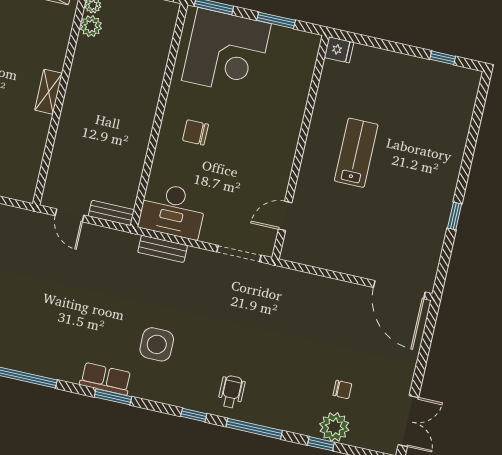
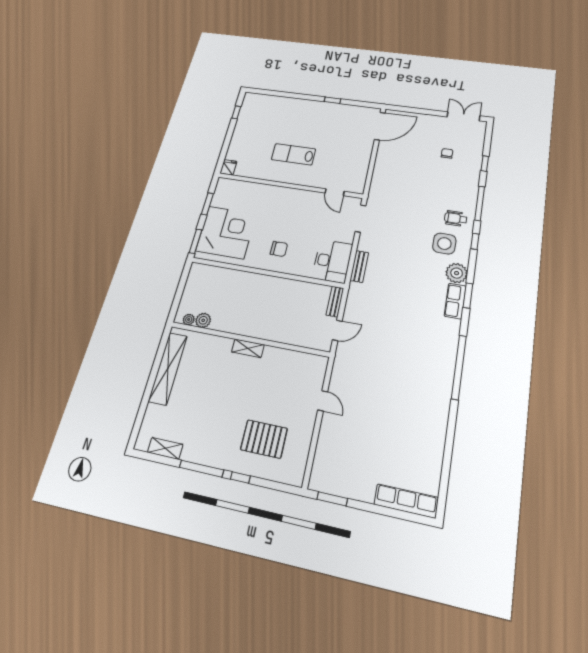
chair: (195, 132) -> (279, 249), turned -90
side table: (157, 344) -> (444, 244), moved
plant: (334, 427) -> (457, 273), moved

